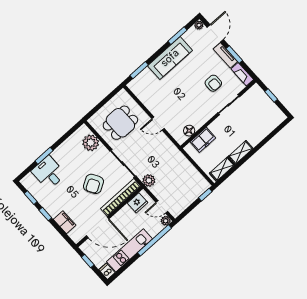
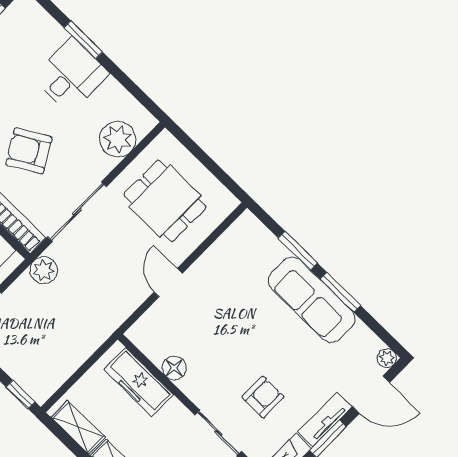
window: (177, 36) -> (340, 292), moved
window: (139, 70) -> (298, 251), moved
armchair: (213, 83) -> (263, 397), turned 180
floor lamp: (189, 131) -> (174, 368), moved
freezer: (203, 140) -> (139, 382), width x1.40
desk: (49, 173) -> (71, 75), moved

